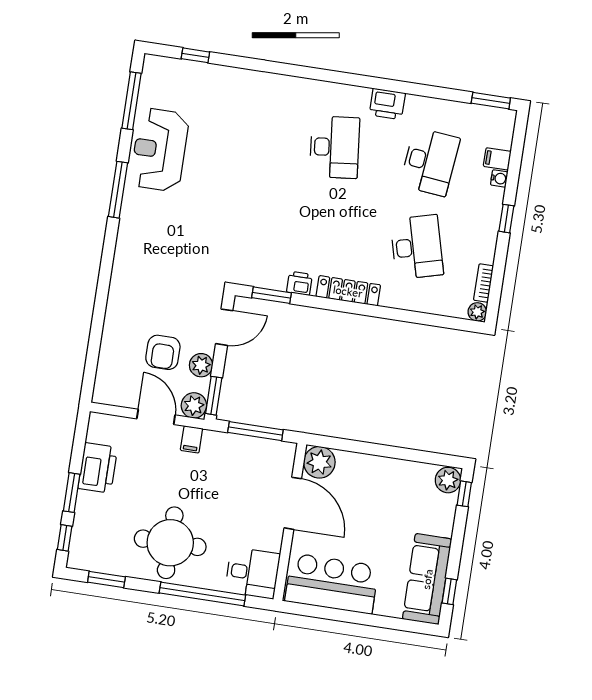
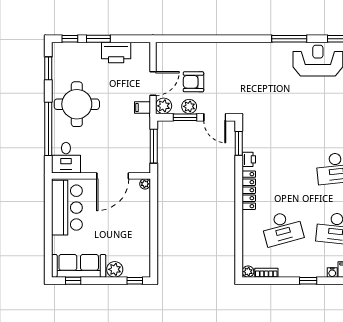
window: (214, 396) -> (185, 117), moved
plant: (319, 462) -> (145, 184), width x0.53, depth x0.53
plant: (448, 480) -> (115, 269), moved

